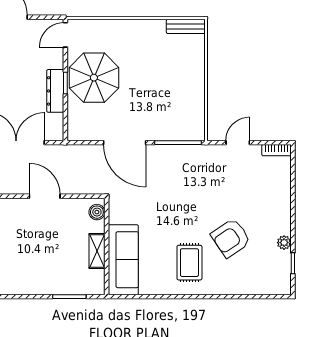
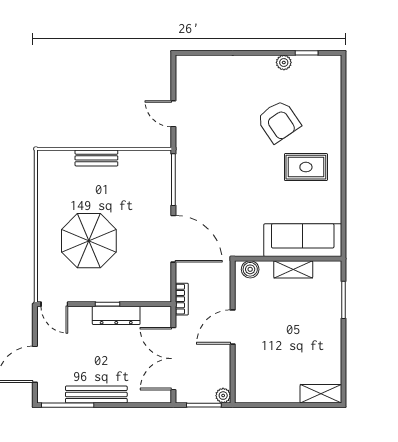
bench: (186, 26) -> (96, 158), moved, turned 90
parasol: (94, 78) -> (89, 241), moved
door: (125, 143) -> (173, 239), hinge flipped
bookcase: (276, 150) -> (182, 299), moved

